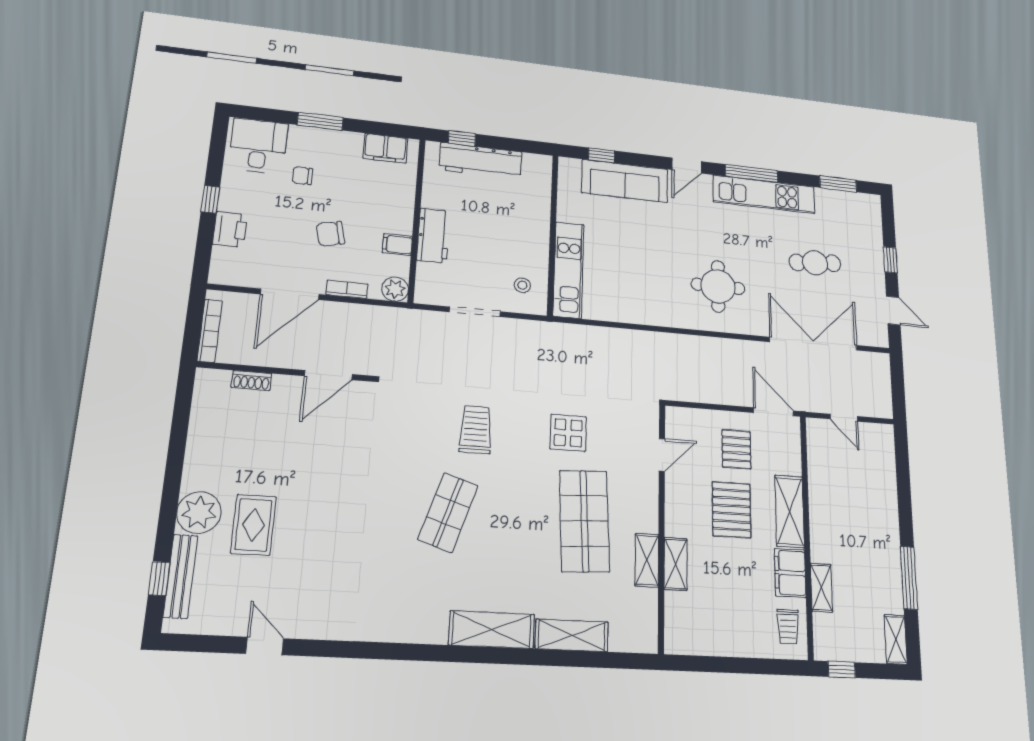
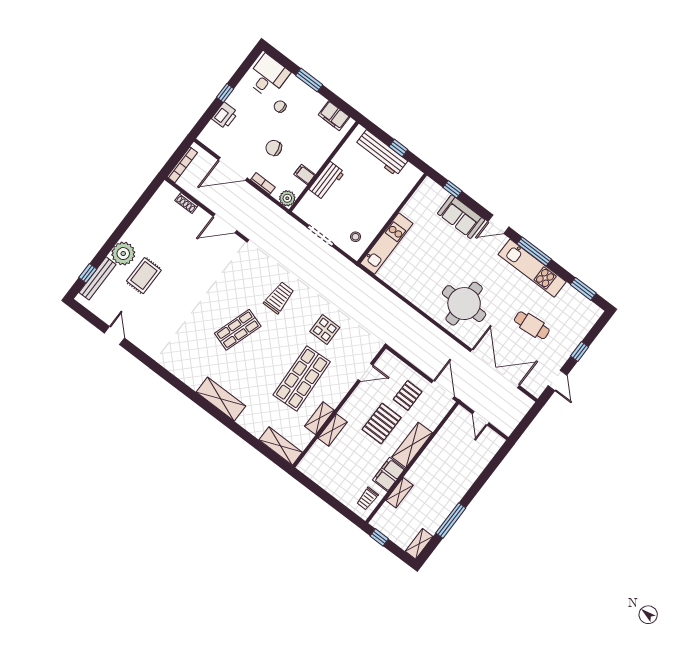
window: (462, 138) -> (398, 148), moved
sofa: (625, 181) -> (461, 217), width x0.73
round table: (718, 286) -> (464, 304), width x1.36, depth x1.36
shelving: (572, 635) -> (281, 446), moved

